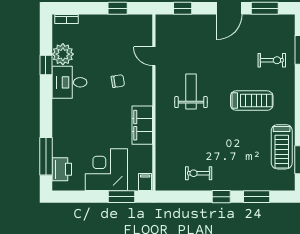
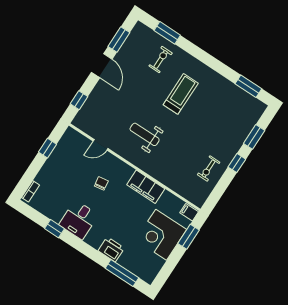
plant: (63, 54) -> (55, 211), removed
treadmill: (282, 147) -> (229, 94), removed
printer: (62, 169) -> (111, 249), moved

